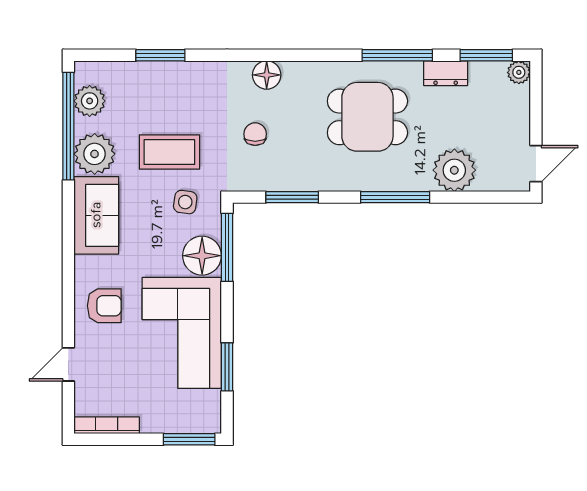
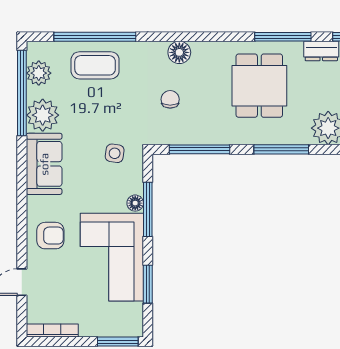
window: (160, 55) -> (95, 37), width x2.11
dining table: (367, 117) -> (259, 86), turned 90
coffee table: (169, 152) -> (95, 65), moved
window: (292, 197) -> (199, 149), width x1.44
window: (227, 247) -> (148, 209), moved
floor lamp: (202, 256) -> (135, 203), width x0.53, depth x0.53

